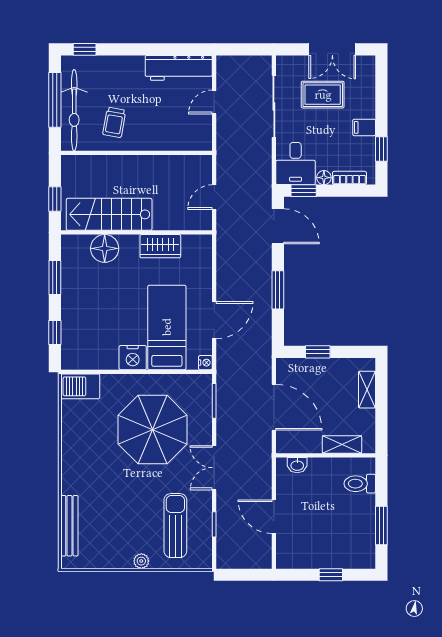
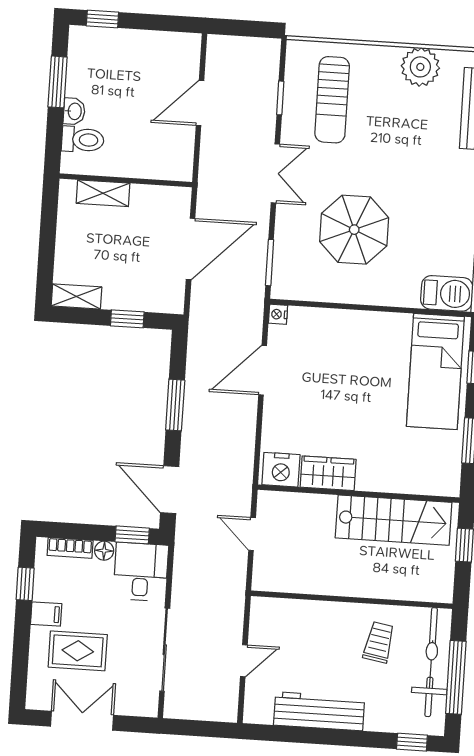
workbench: (179, 68) -> (319, 711), moved
rug: (323, 95) -> (78, 651), moved
door: (214, 197) -> (252, 534), swing flipped
floor lamp: (105, 248) -> (402, 475), removed
bed: (167, 327) -> (435, 372), moved
nightstand: (133, 358) -> (281, 470), moved, turned 180
shelving: (367, 390) -> (76, 296), moved, turned 90
door: (274, 407) -> (191, 249), swing flipped
parasol: (153, 430) -> (354, 230), width x0.73, depth x0.73
washbasin: (297, 465) -> (74, 111), moved, turned 90
door: (274, 517) -> (200, 103), swing flipped
plant: (141, 561) -> (420, 67), moved, width x1.88, depth x1.88
window: (331, 575) -> (102, 19), moved

